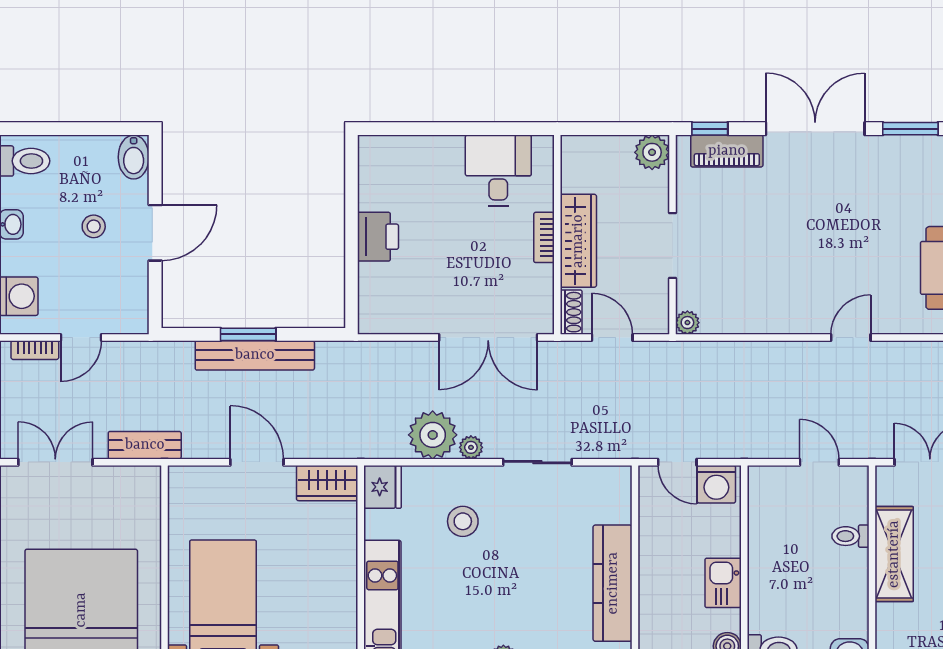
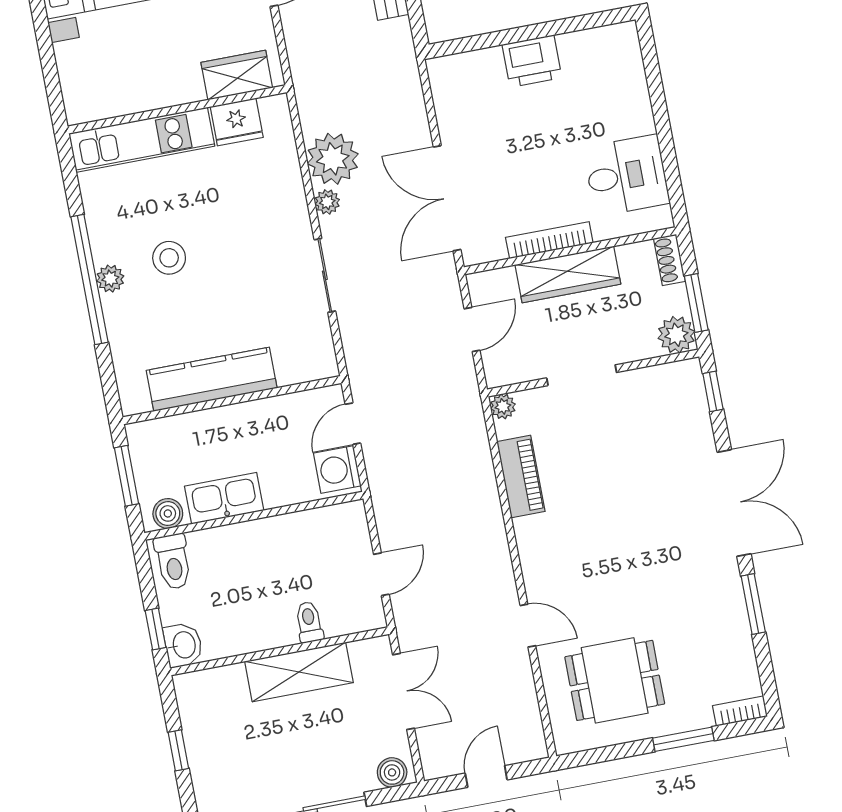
window: (626, 129) -> (696, 303), added
piano: (727, 151) -> (521, 477), moved, turned 180
bookcase: (544, 237) -> (549, 240), width x1.56
shoe rack: (571, 312) -> (669, 260), moved, turned 90
door: (851, 338) -> (528, 626), moved
wardrobe: (327, 483) -> (237, 75), moved, turned 90
fridge: (383, 487) -> (237, 122), moved
stool: (463, 521) -> (169, 258), moved
kitchen sink: (723, 583) -> (224, 498), width x1.38

